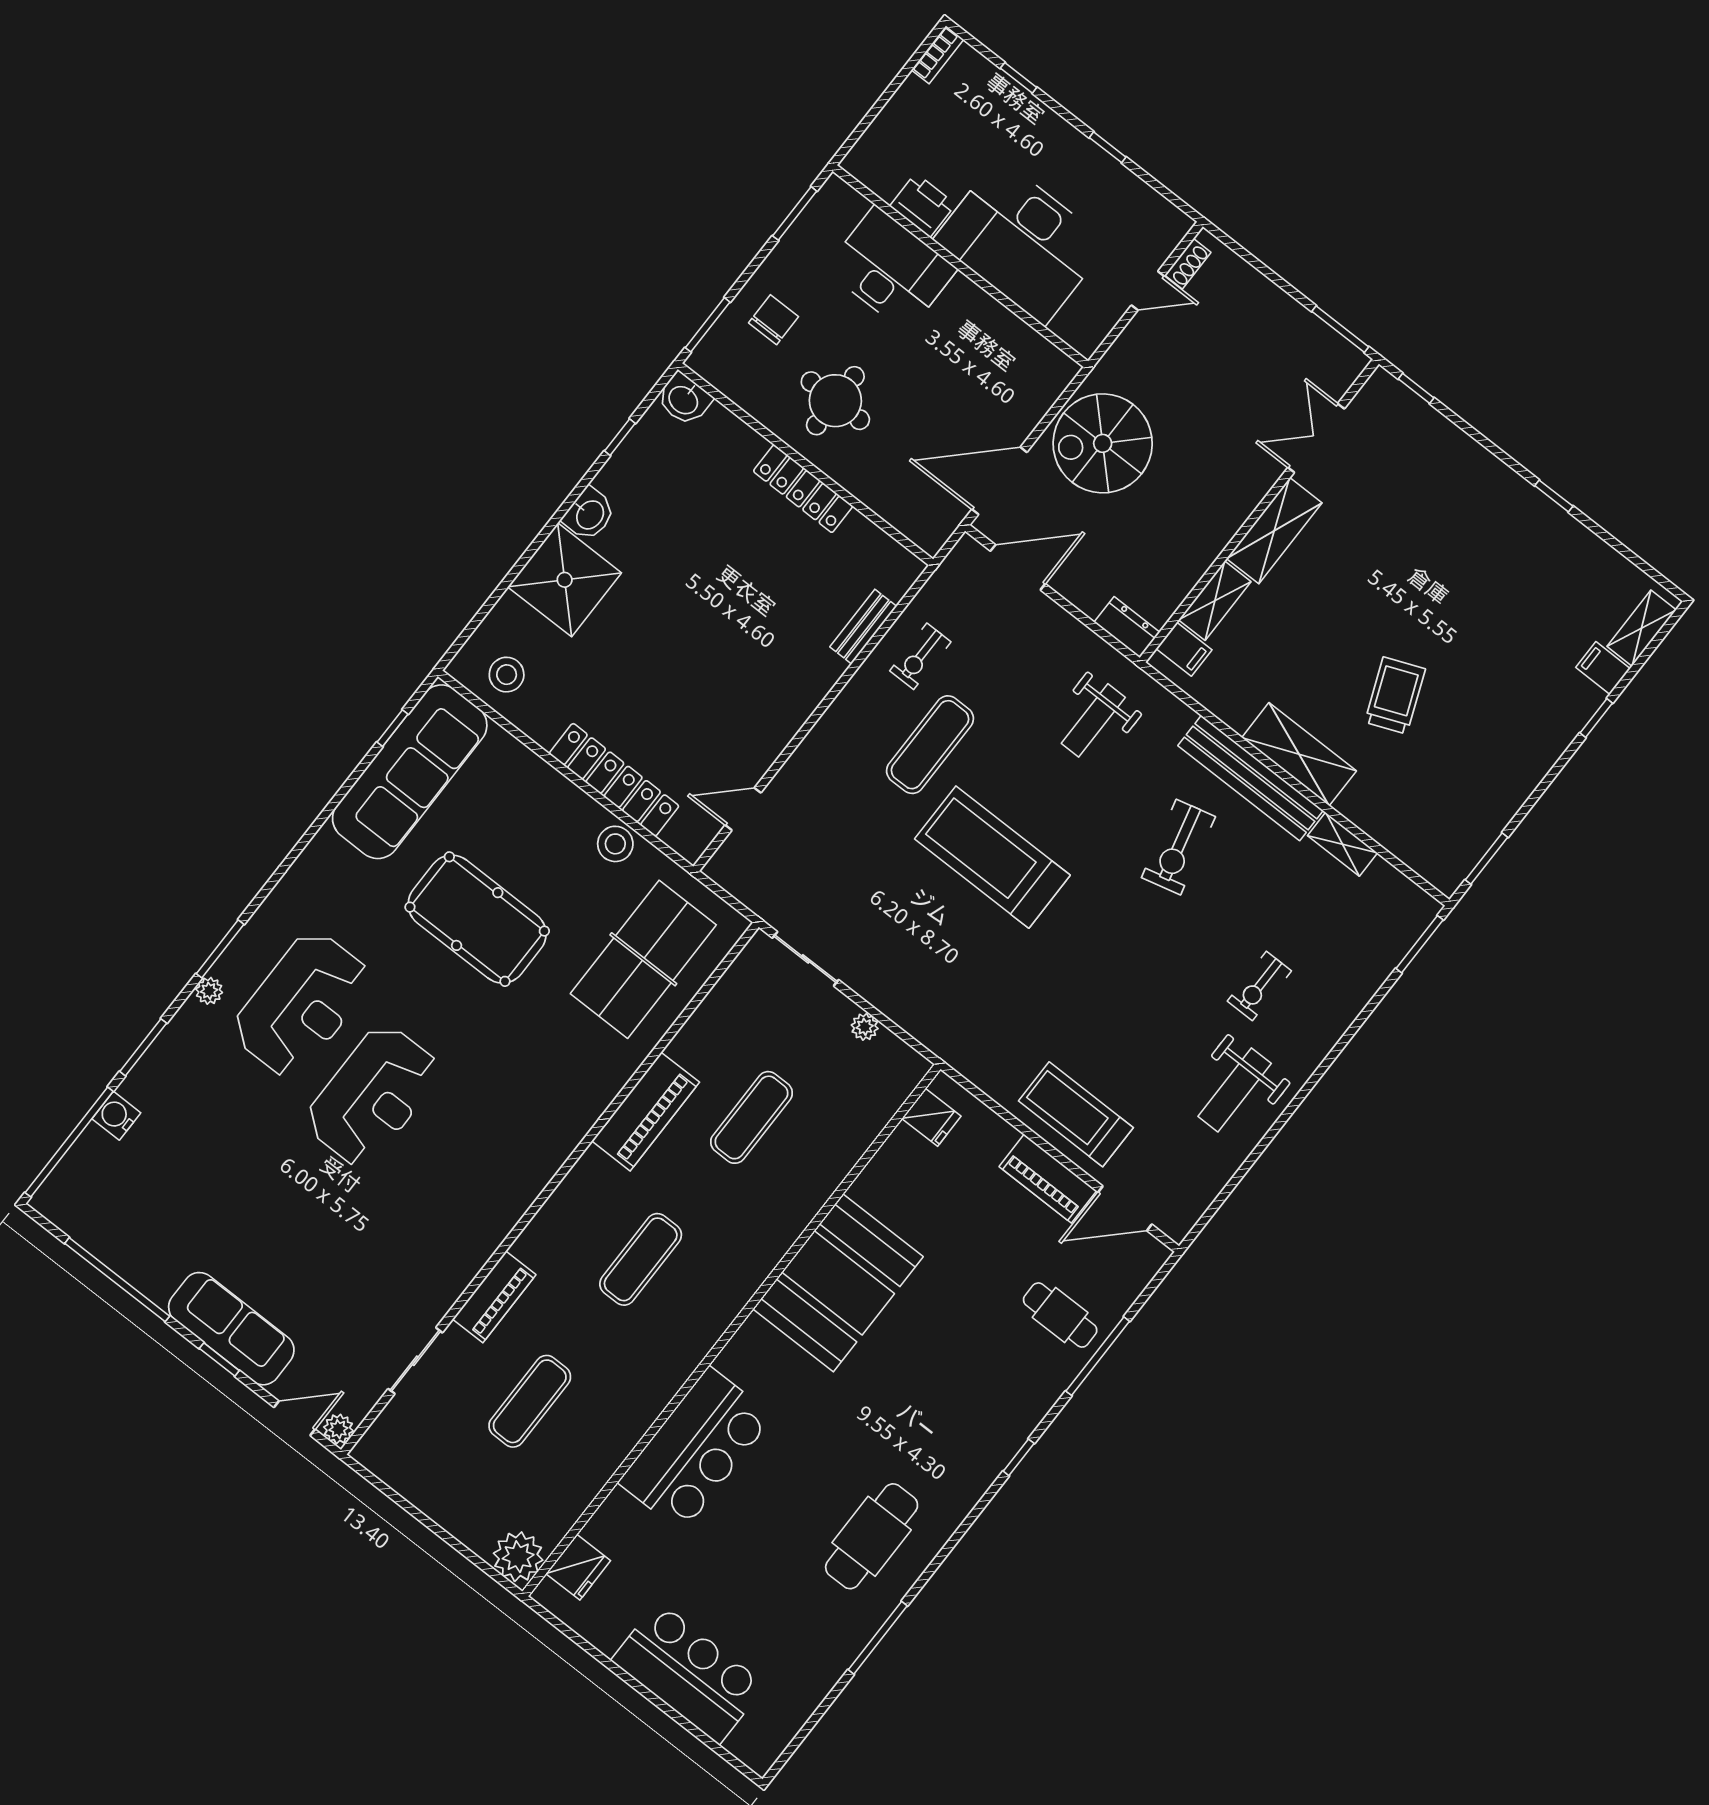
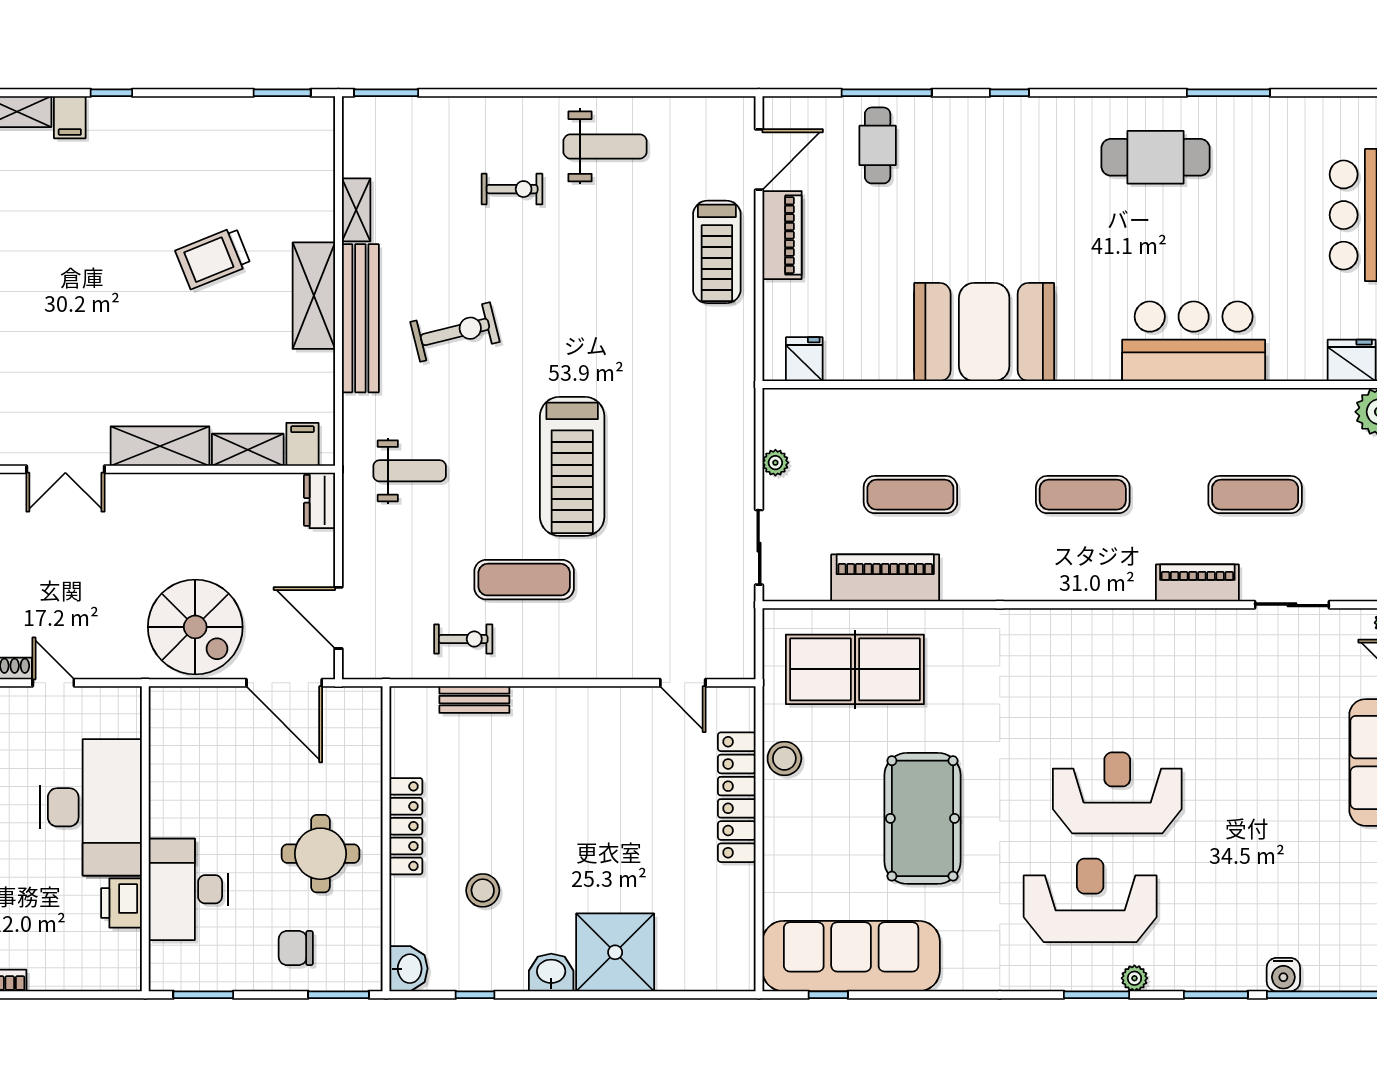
stool: (507, 675) -> (483, 890), moved
piano: (646, 1112) -> (885, 578), moved
door: (1125, 1208) -> (759, 159), hinge flipped

